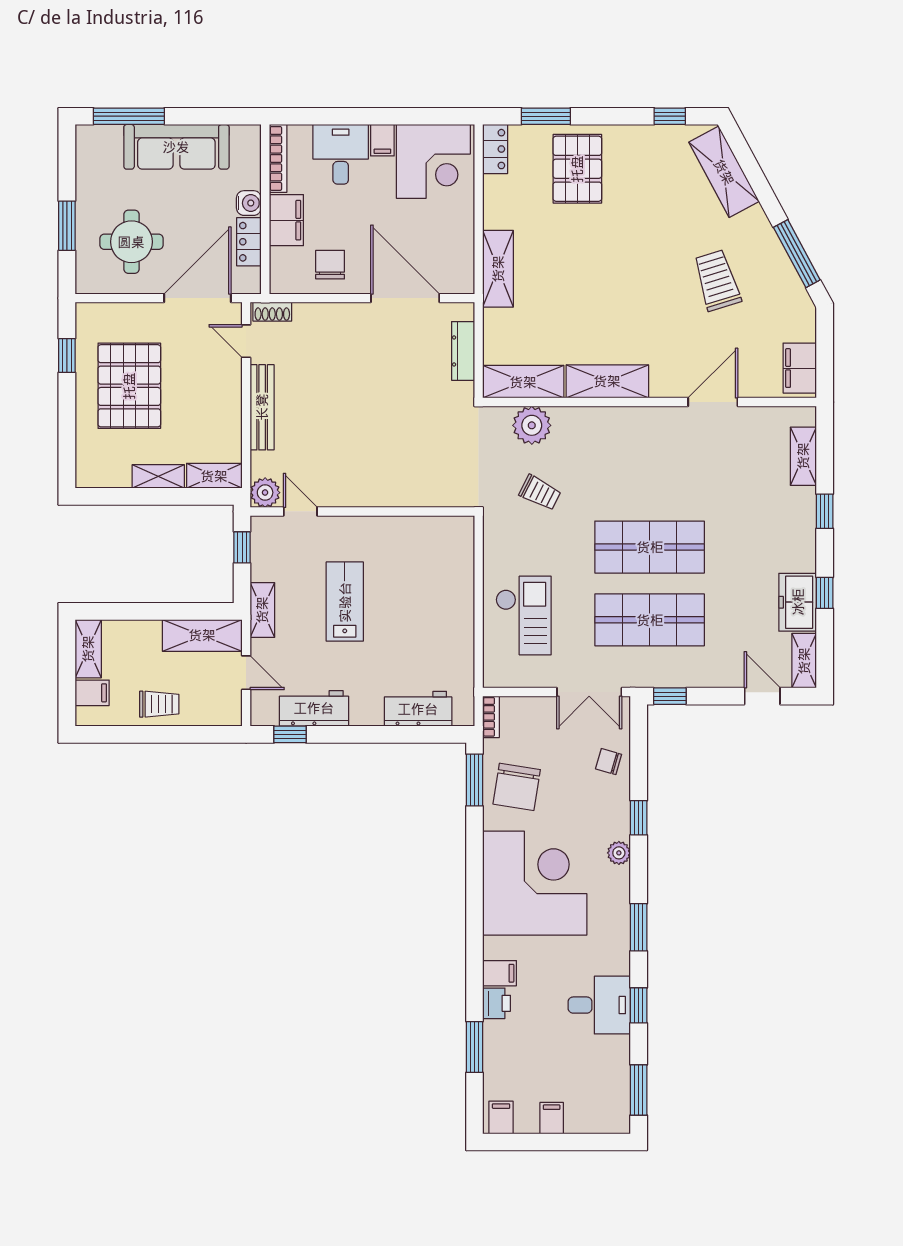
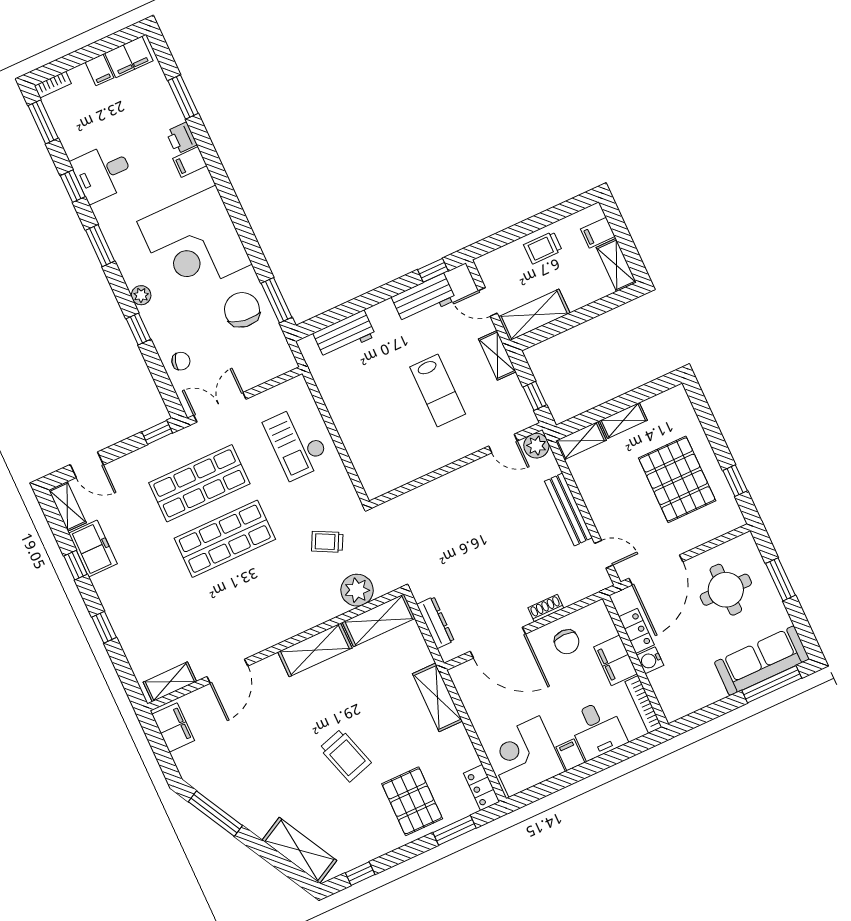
sofa: (176, 147) -> (762, 661), moved
trolley: (717, 280) -> (345, 755), moved
shoe rack: (272, 312) -> (546, 608), moved
shelving: (803, 456) -> (170, 682), moved, turned 90
bookcase: (491, 717) -> (53, 85), moved, turned -90
filing cabinet: (501, 1117) -> (129, 57), width x2.00

